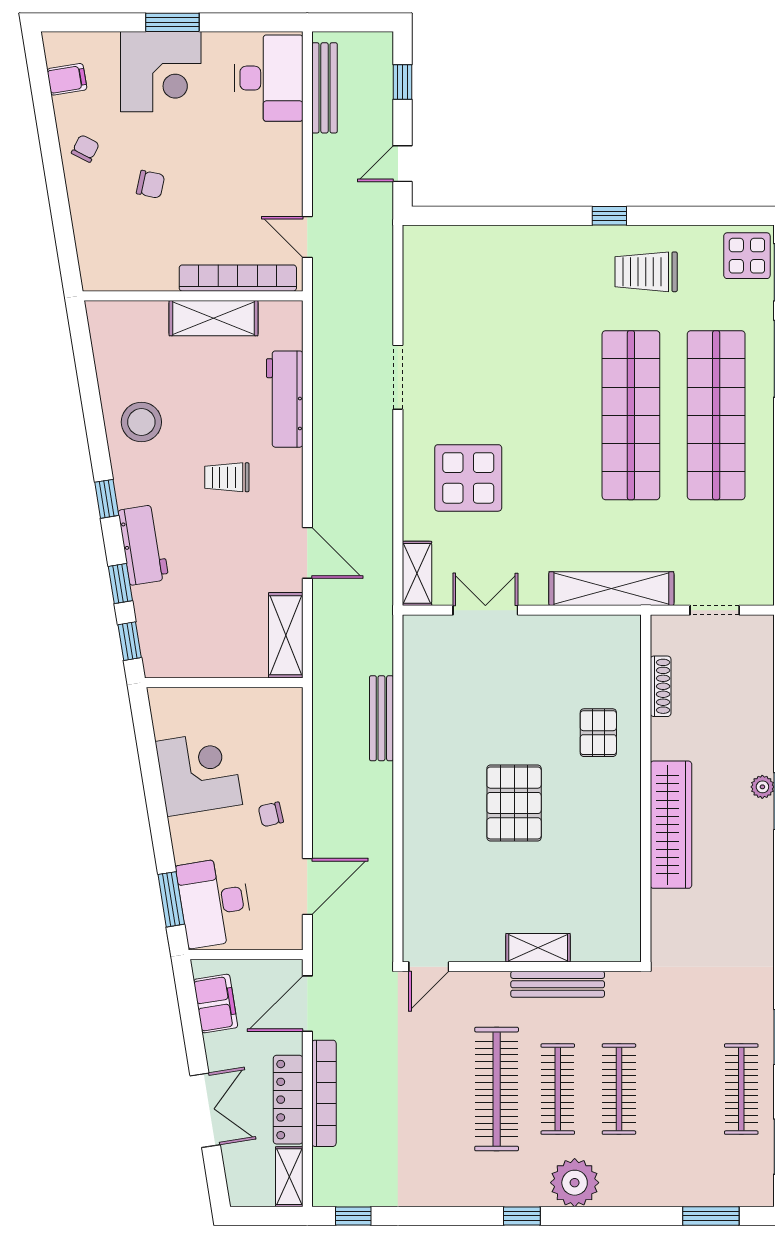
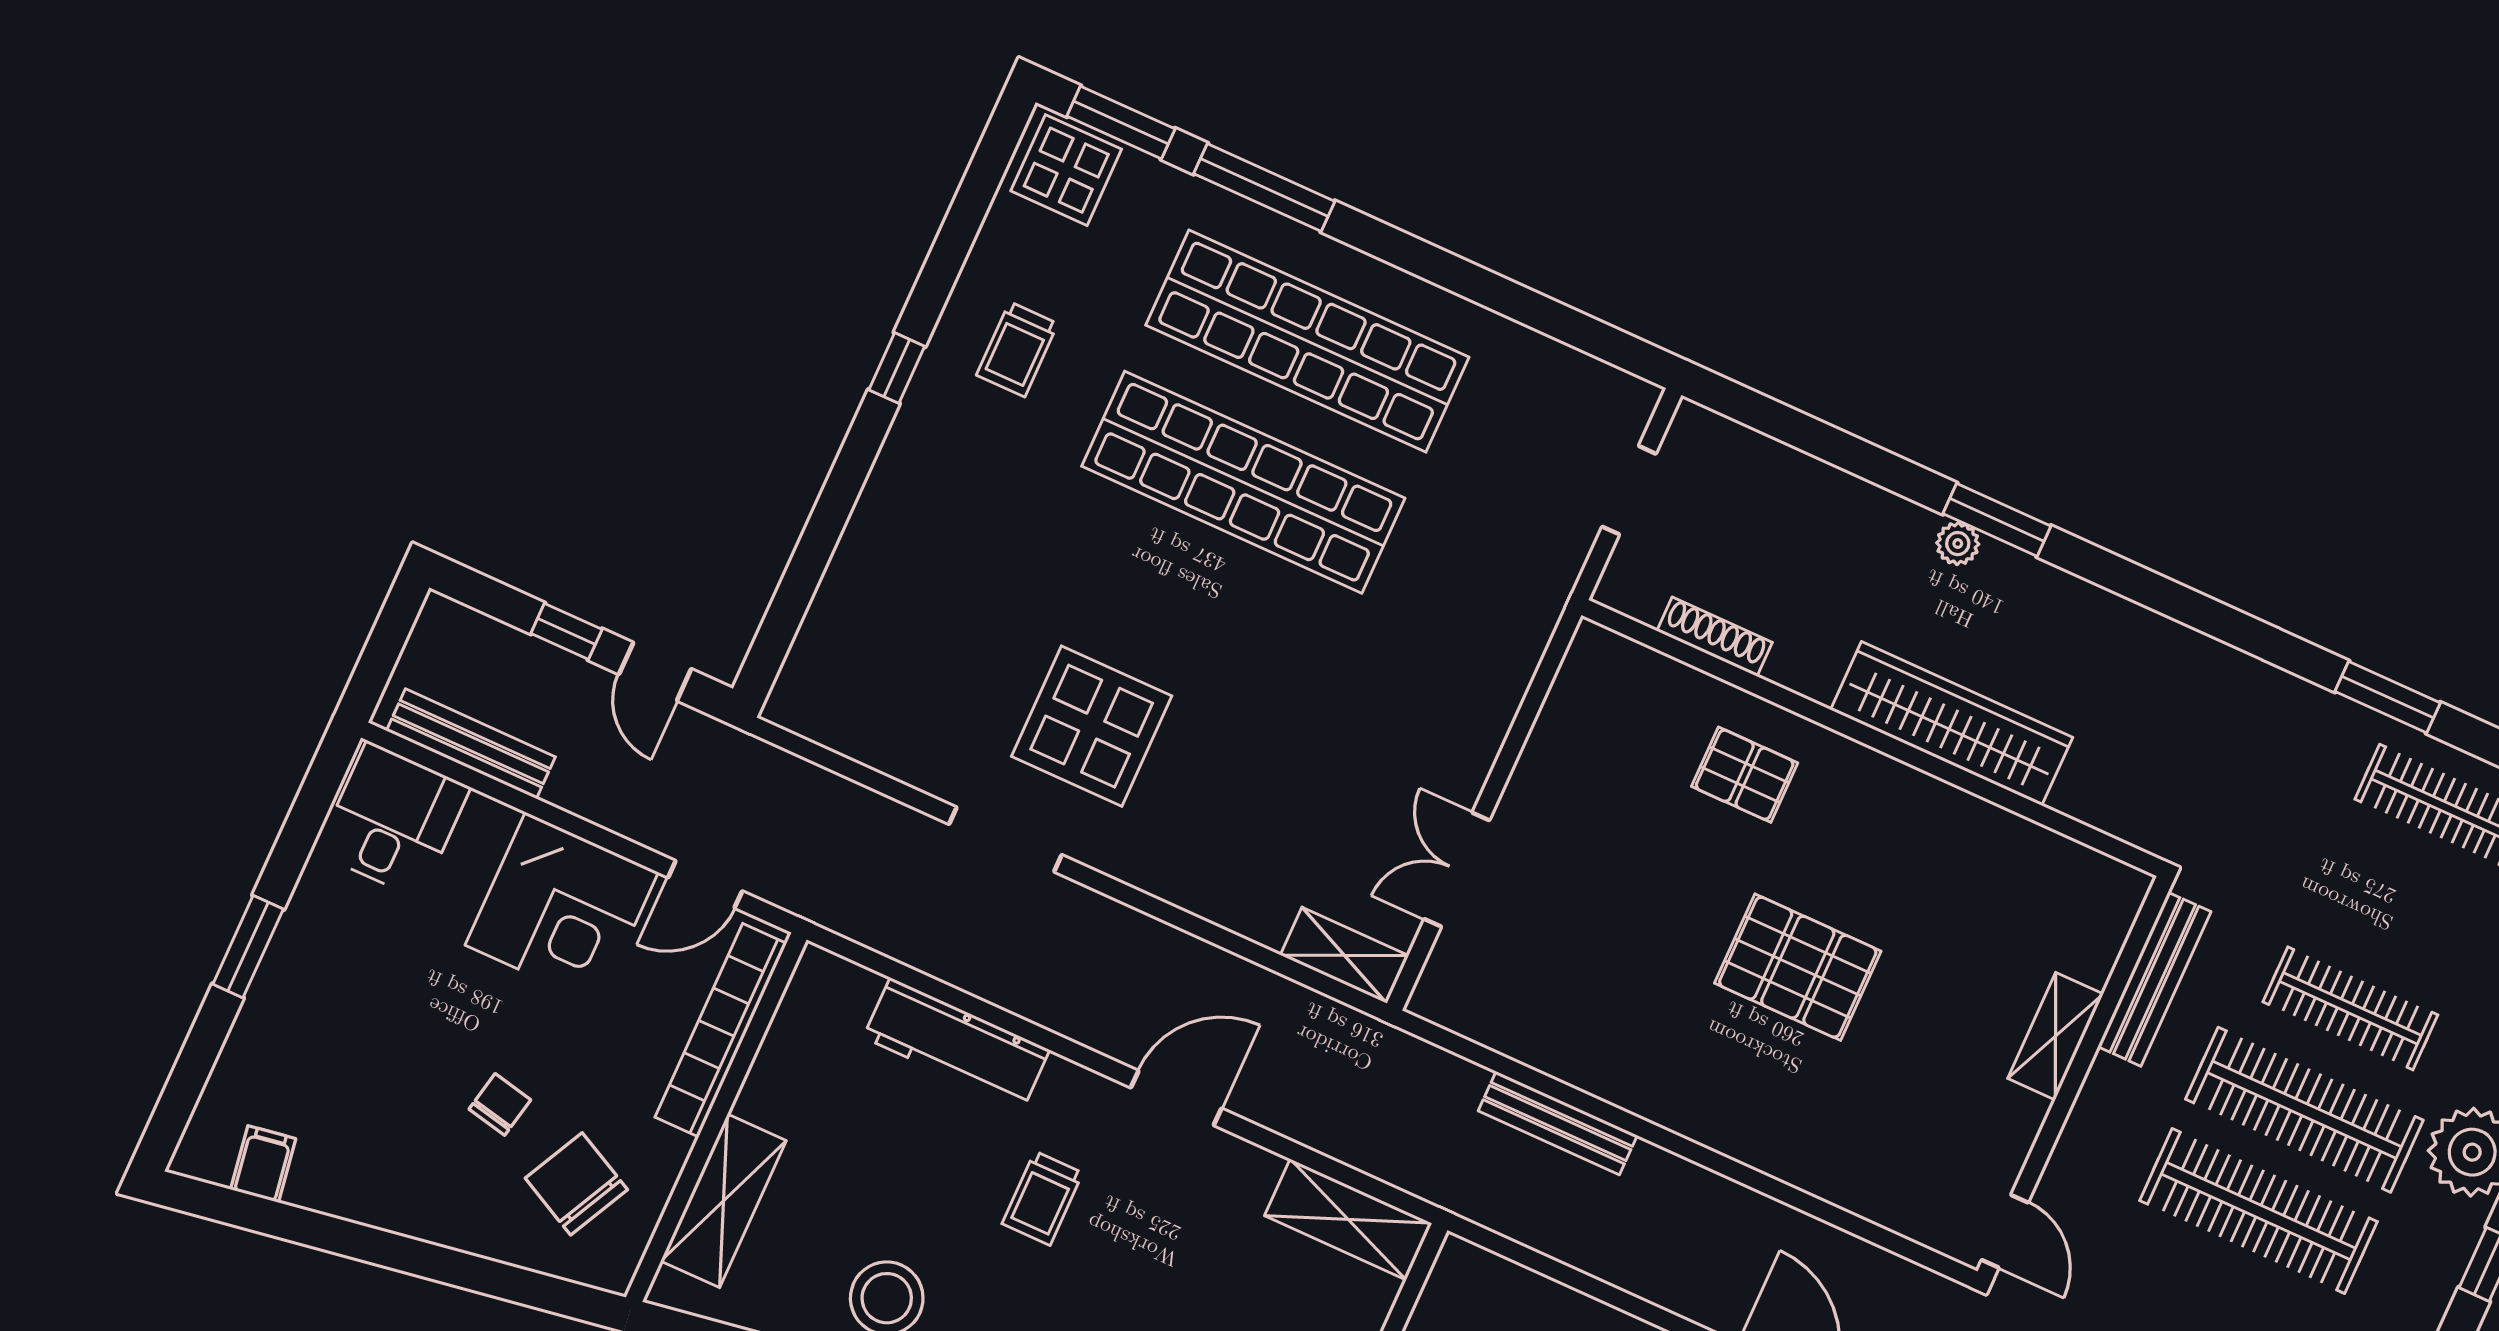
corner desk: (161, 72) -> (562, 909), moved, turned 90
desk: (269, 78) -> (393, 820), width x0.73
window: (402, 82) -> (566, 631), moved
chair: (85, 148) -> (576, 1184), moved, width x1.87, depth x1.87
trolley: (646, 272) -> (1017, 349), width x0.73, depth x0.72
shelving: (214, 318) -> (723, 1201), moved
display table: (468, 478) -> (1092, 726), moved
door: (307, 553) -> (1176, 1098), moved
shelving: (611, 589) -> (1516, 645), removed
bench: (558, 984) -> (2154, 979), moved
clothes rail: (558, 1089) -> (2304, 1110), width x1.37, depth x1.31

